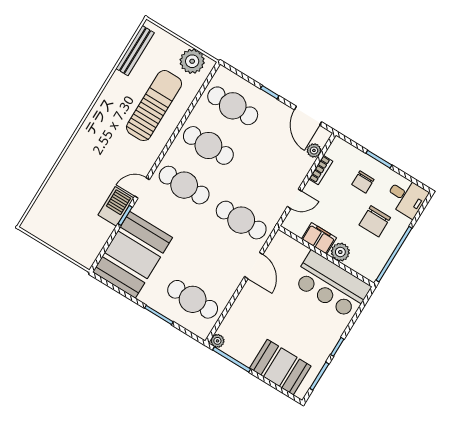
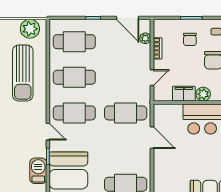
sun lounger: (154, 106) -> (23, 73), turned 180
door: (142, 188) -> (48, 132), swing flipped
barbecue: (116, 206) -> (38, 171), moved

